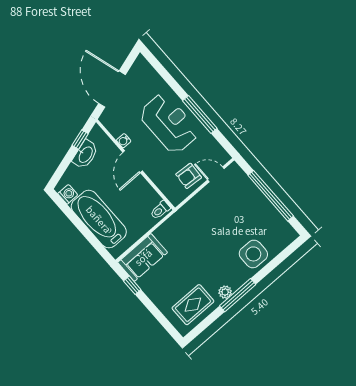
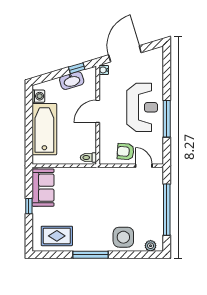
water cooler: (124, 141) -> (104, 70), moved
sofa: (143, 257) -> (43, 188), moved, turned -90
window: (132, 285) -> (29, 206), moved
plant: (225, 292) -> (151, 246), moved

